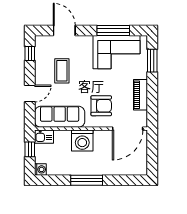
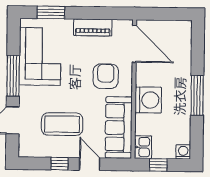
window: (113, 31) -> (13, 76), moved
window: (30, 54) -> (59, 164), moved
coffee table: (62, 71) -> (62, 124), width x1.36, depth x1.32

